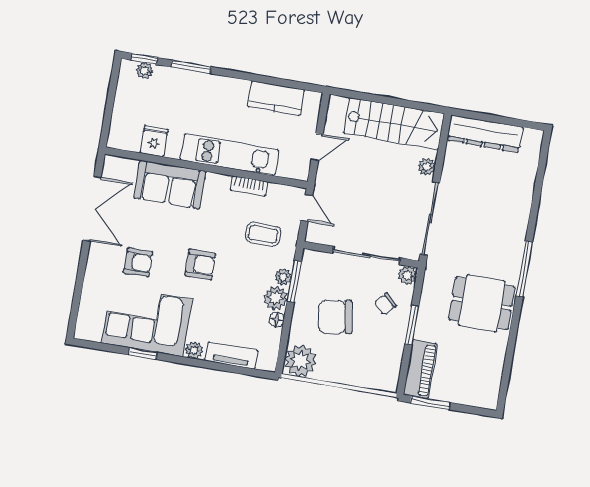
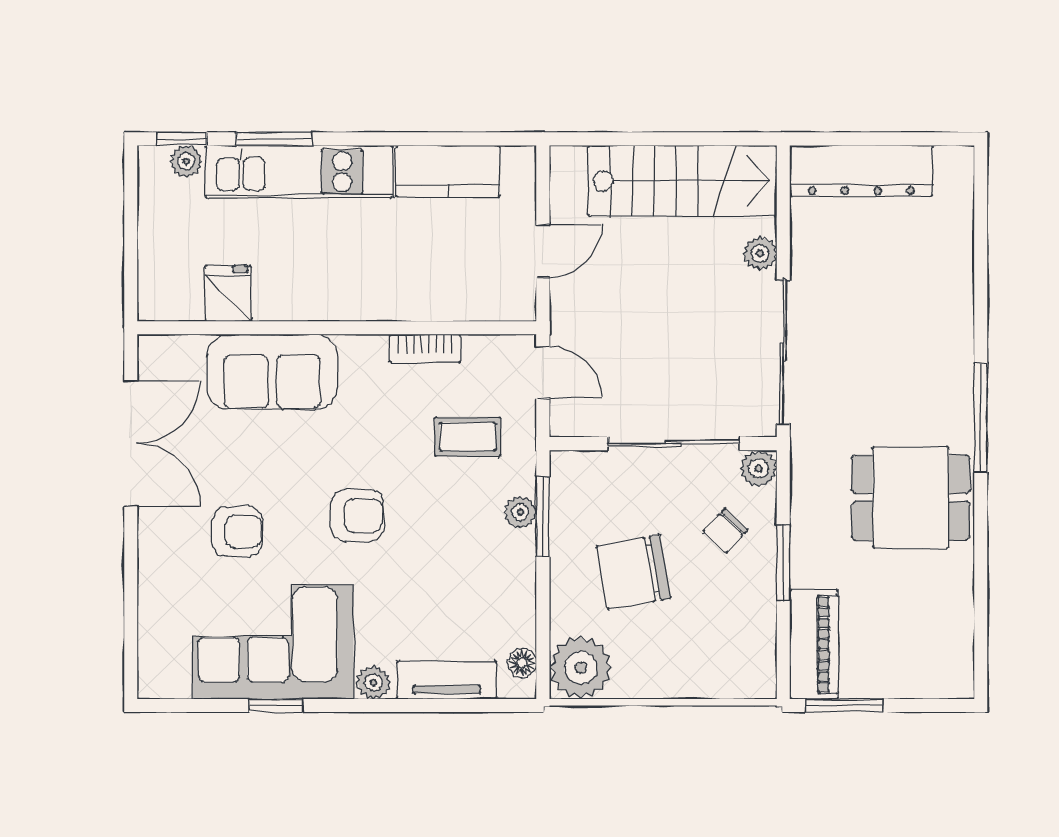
kitchen unit: (229, 155) -> (299, 172), moved, turned 180
plant: (276, 298) -> (513, 555), removed
floor lamp: (277, 320) -> (522, 663), moved

